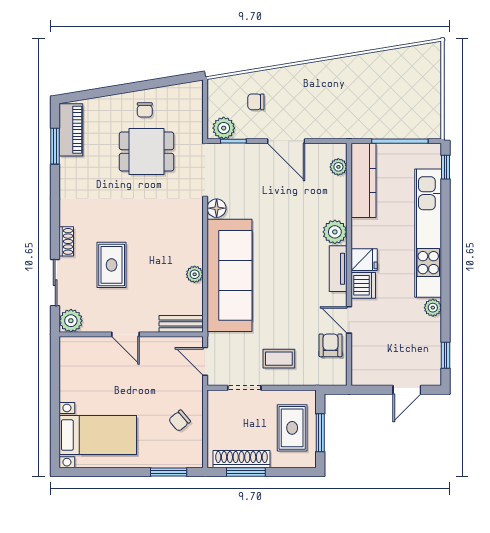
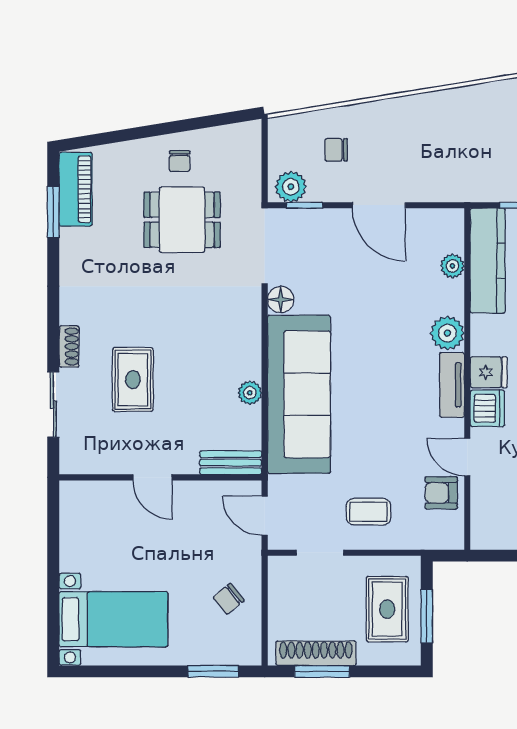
plant: (338, 167) -> (452, 266), moved
plant: (71, 321) -> (75, 458), removed
armchair: (330, 345) -> (441, 493), turned -90

